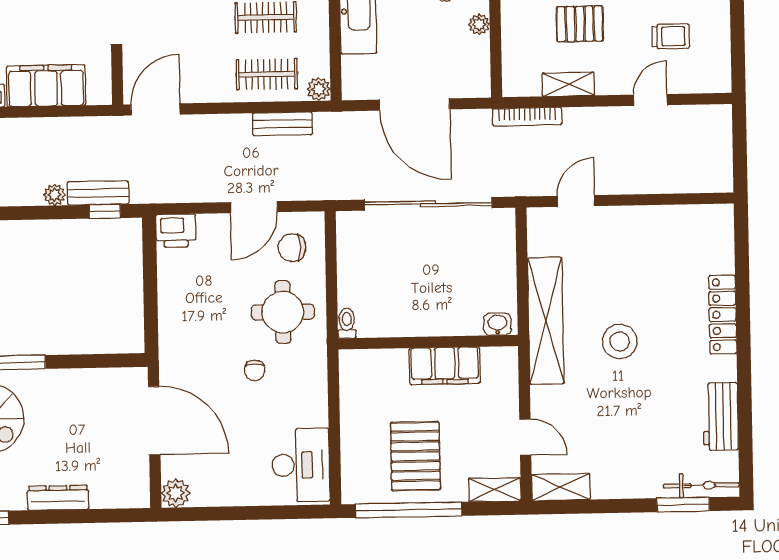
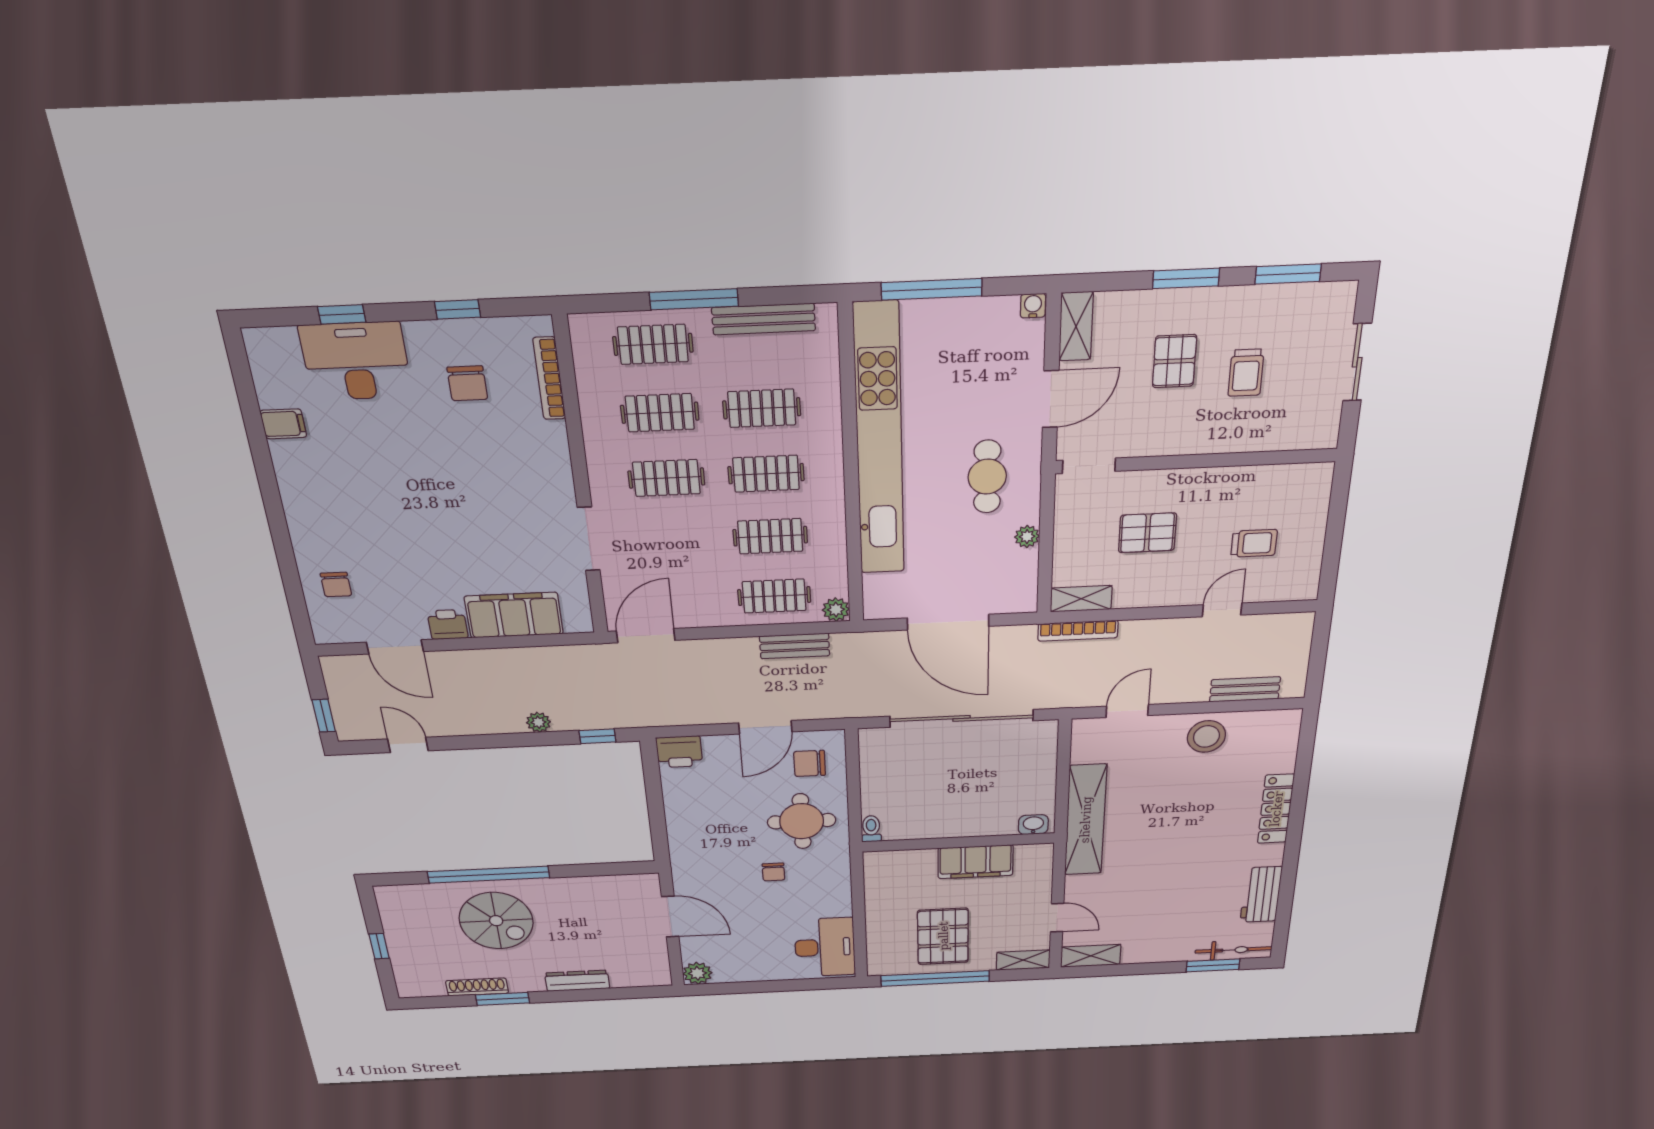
shelving: (568, 84) -> (1081, 599), moved
bench: (98, 193) -> (1245, 689), moved
stool: (620, 341) -> (1206, 736), moved
door: (154, 421) -> (670, 917), width x0.73

